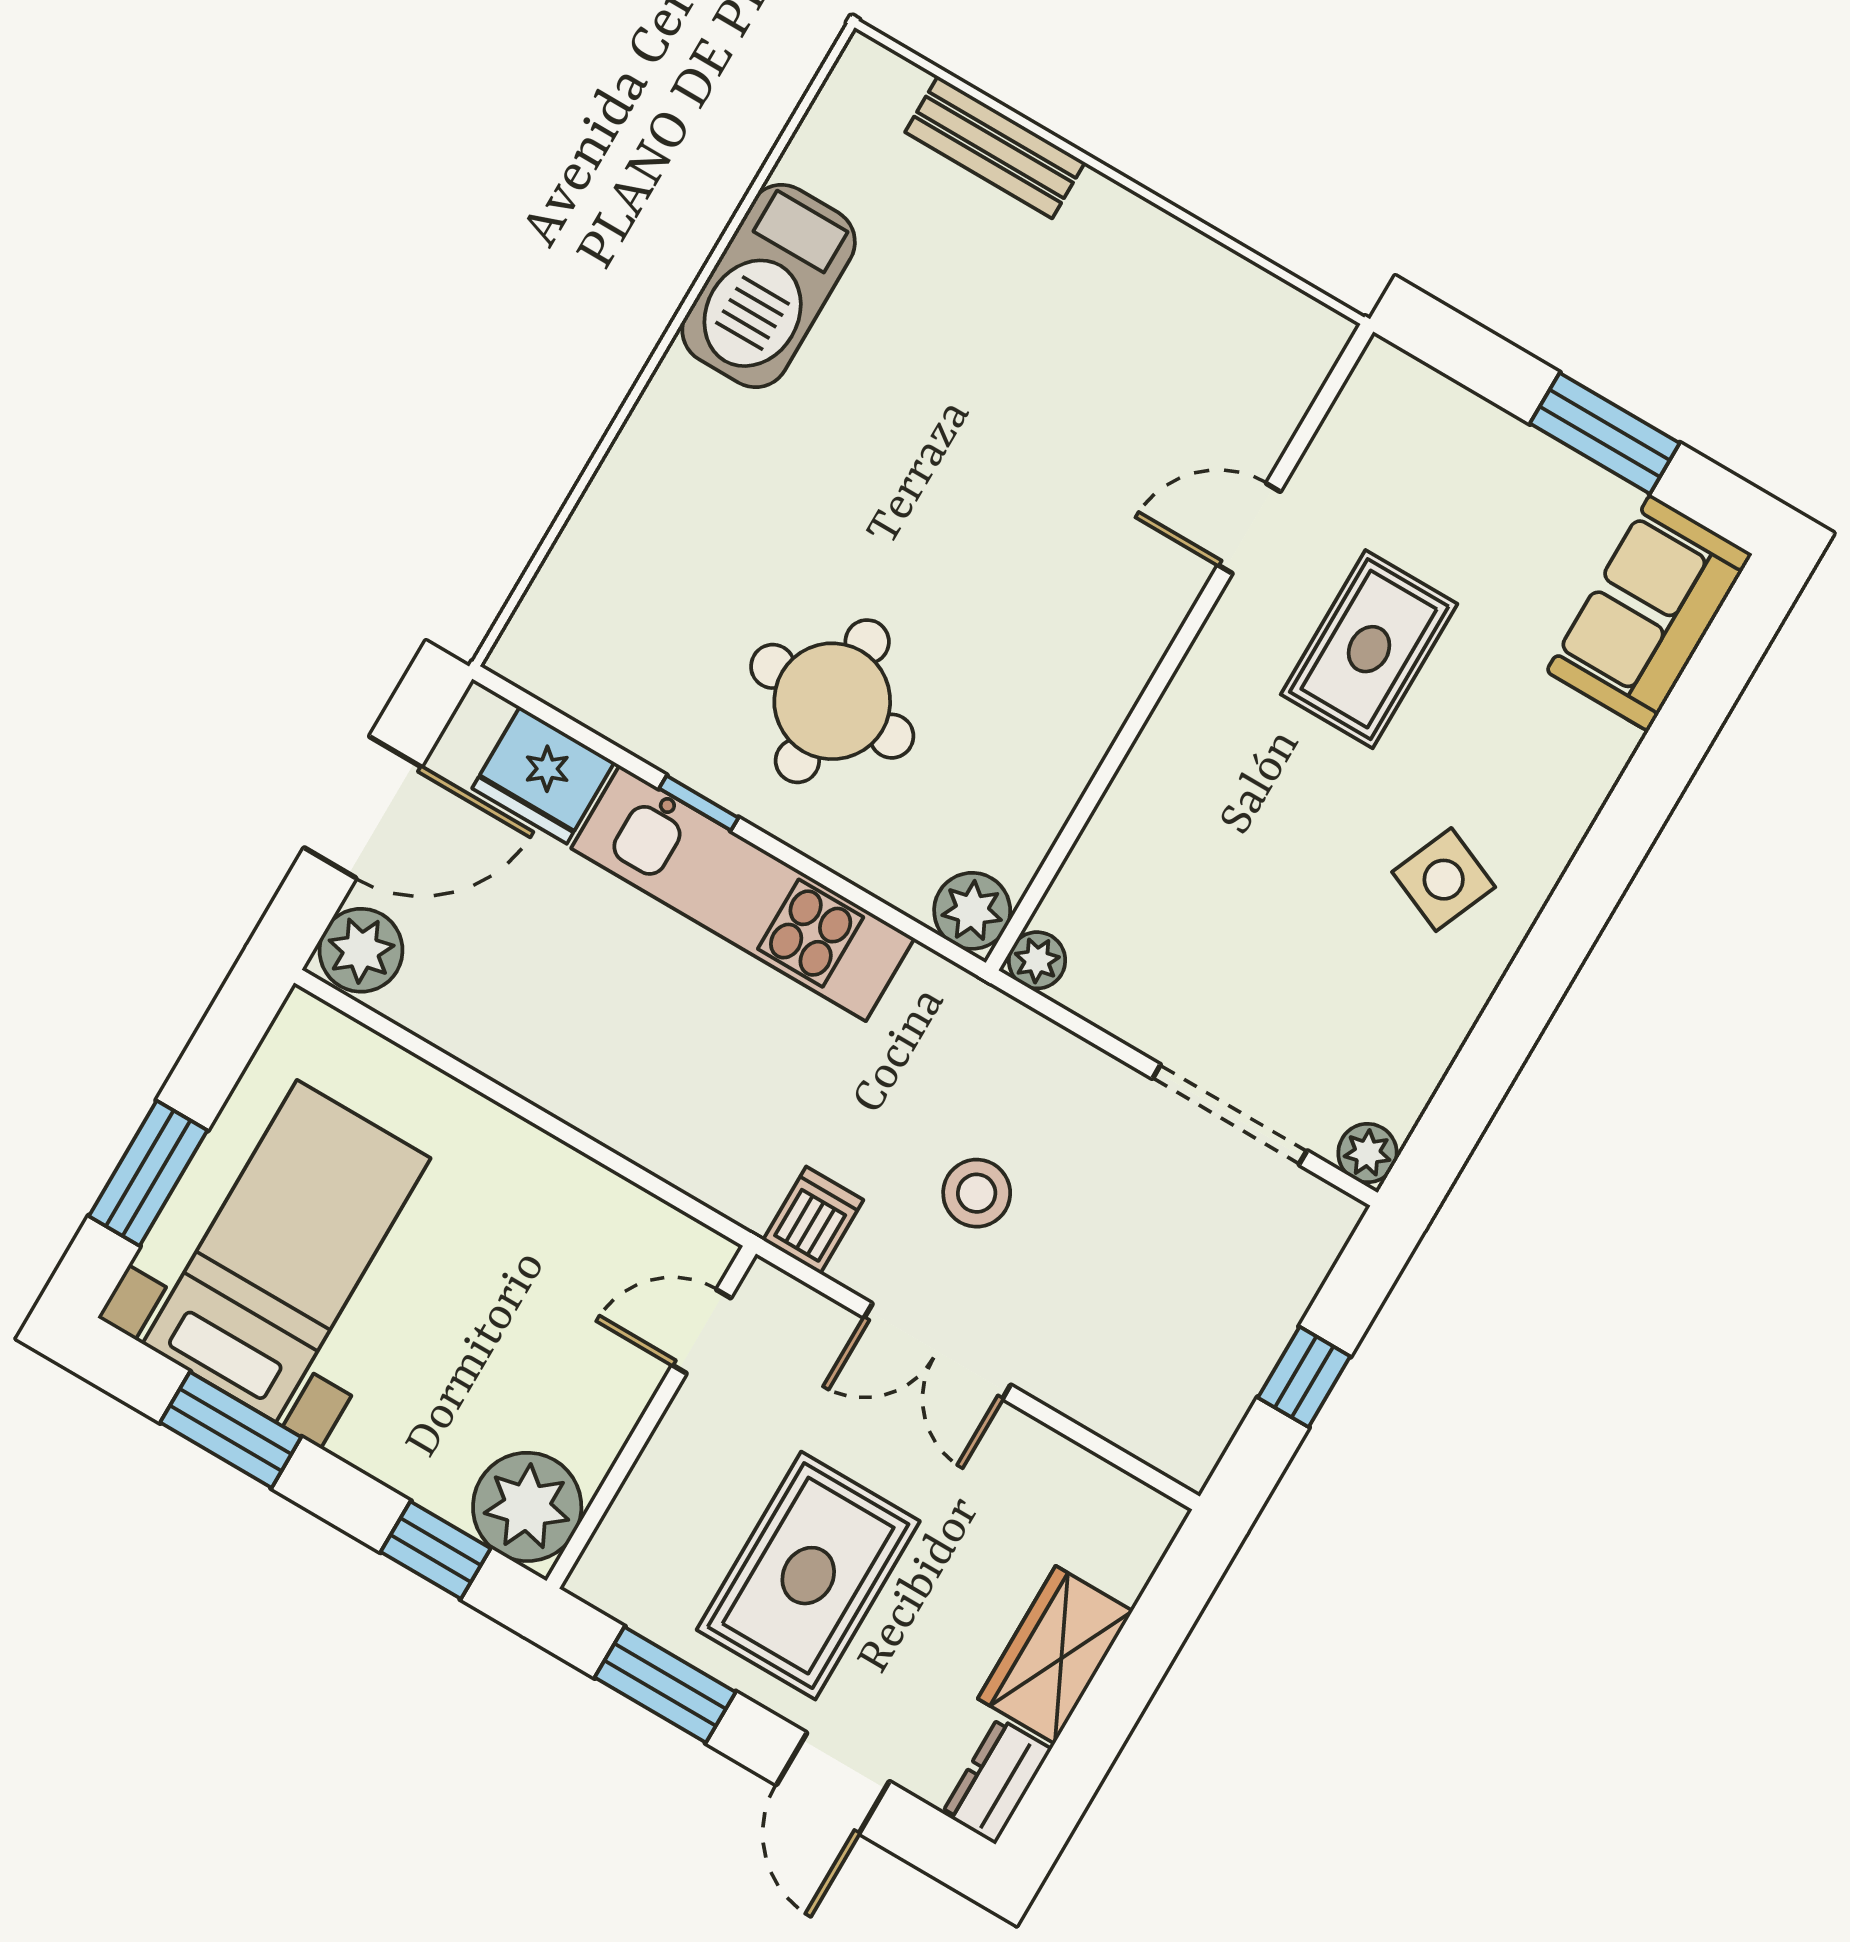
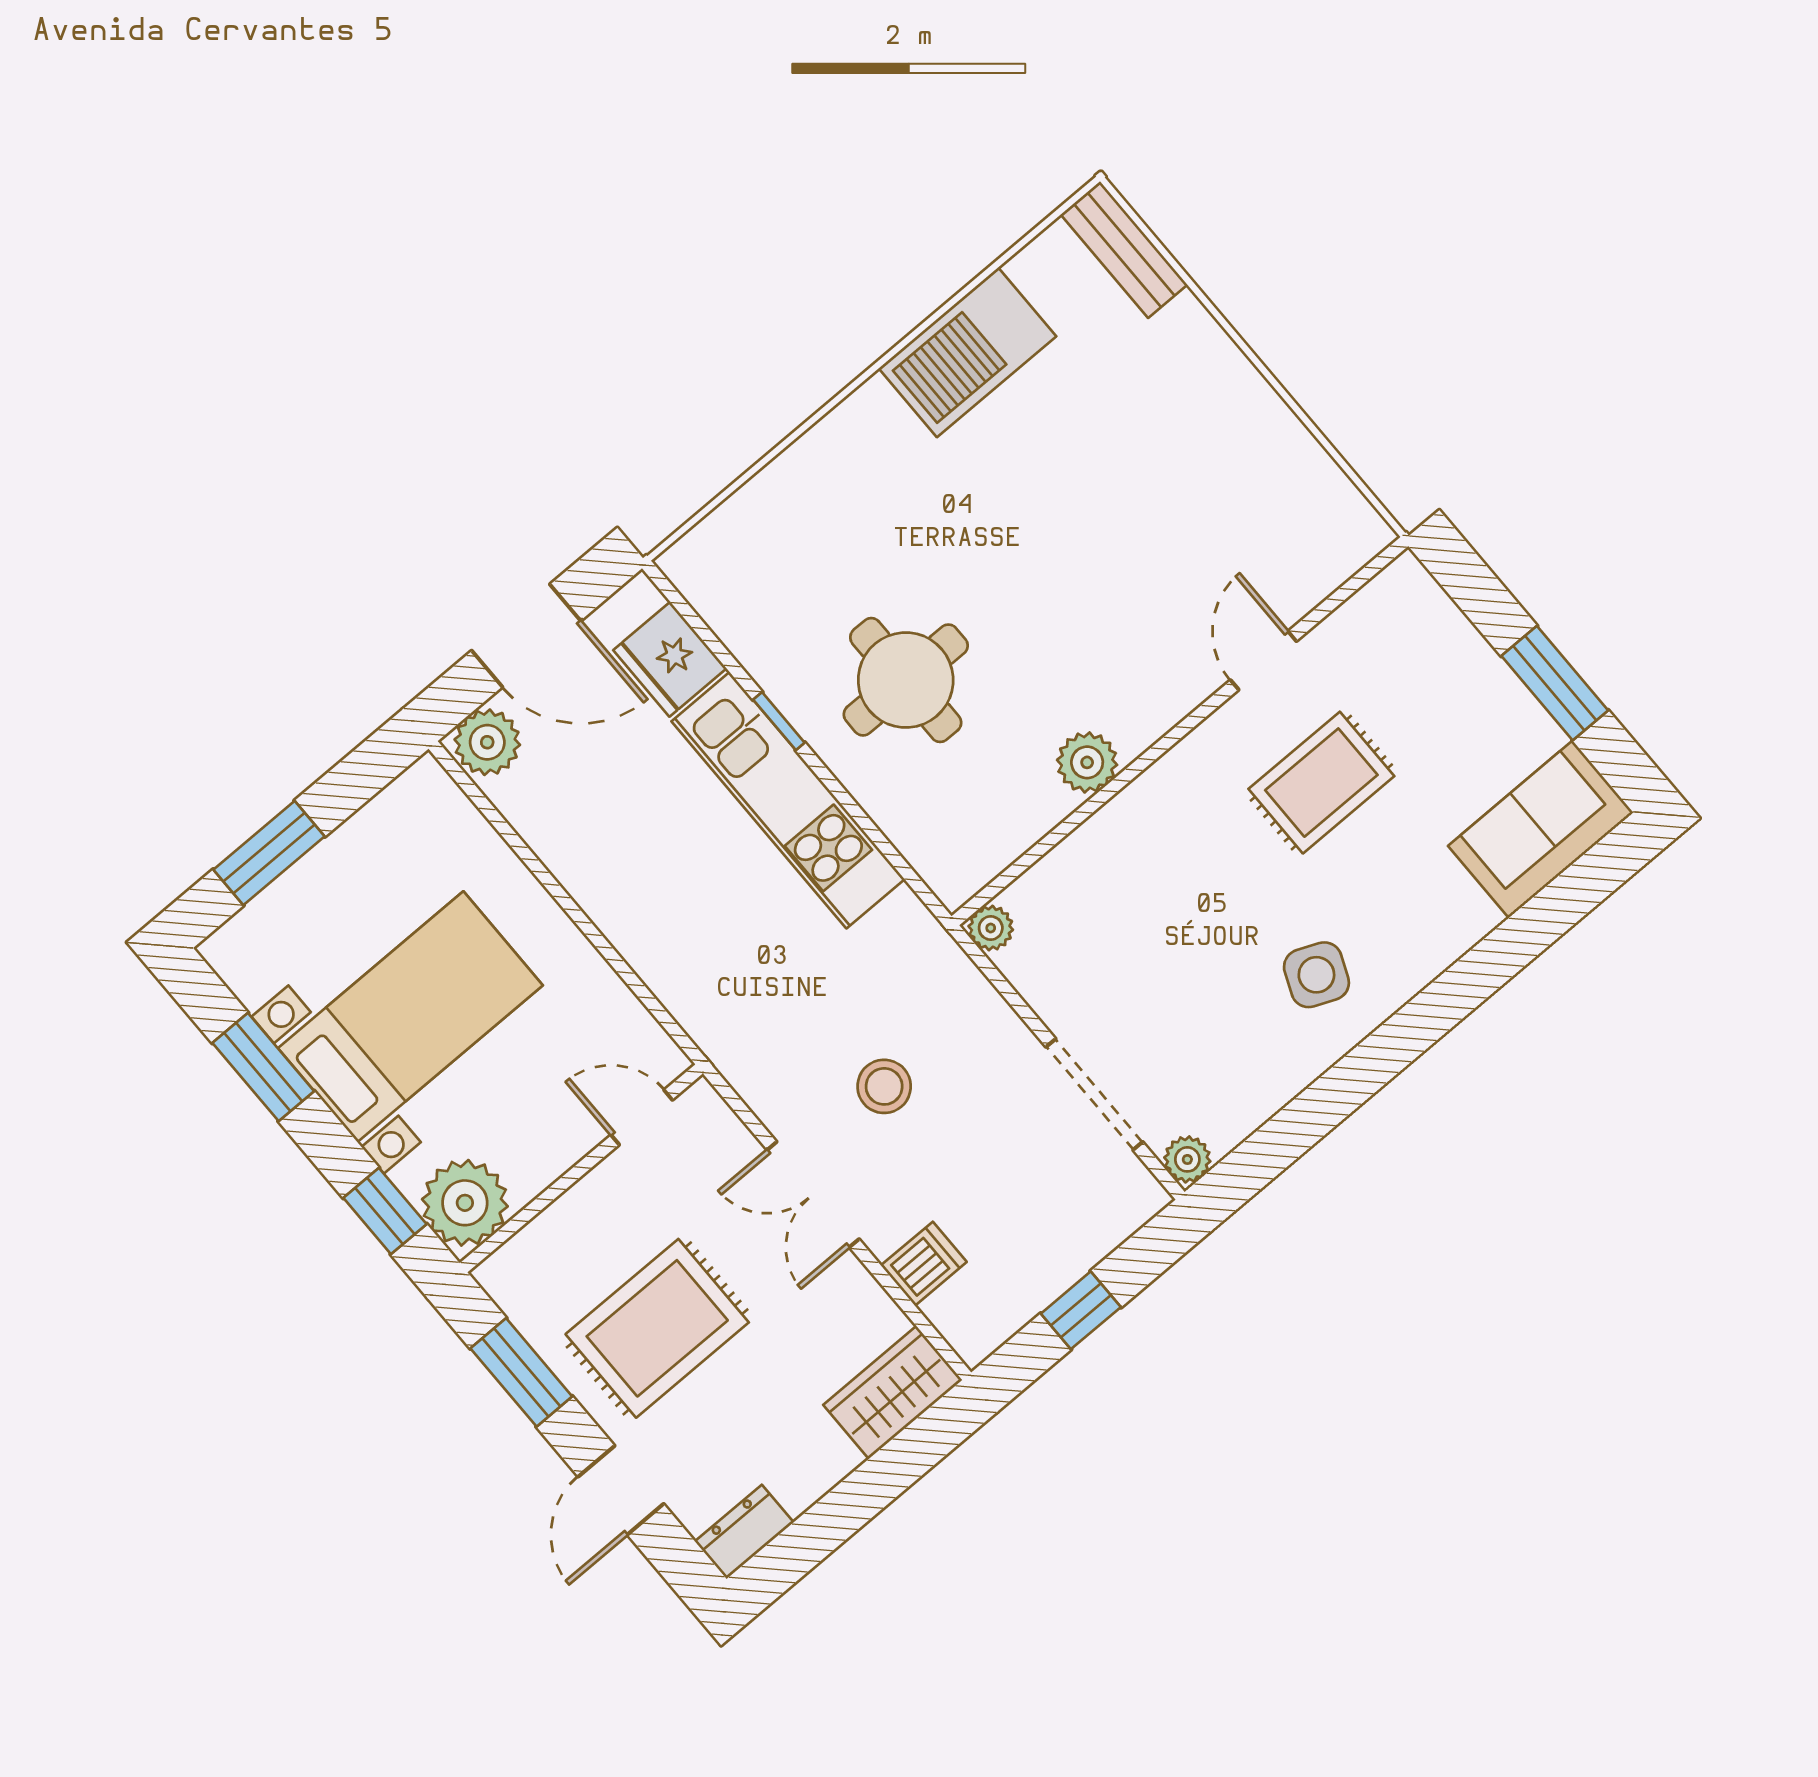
bench: (995, 147) -> (1124, 250), moved
door: (1249, 528) -> (1263, 661), hinge flipped
plant: (972, 911) -> (1087, 762), moved
dishwasher: (813, 1220) -> (924, 1264), moved
bed with nightstands: (286, 1251) -> (410, 1017), moved
wardrobe: (1055, 1655) -> (893, 1392), moved

